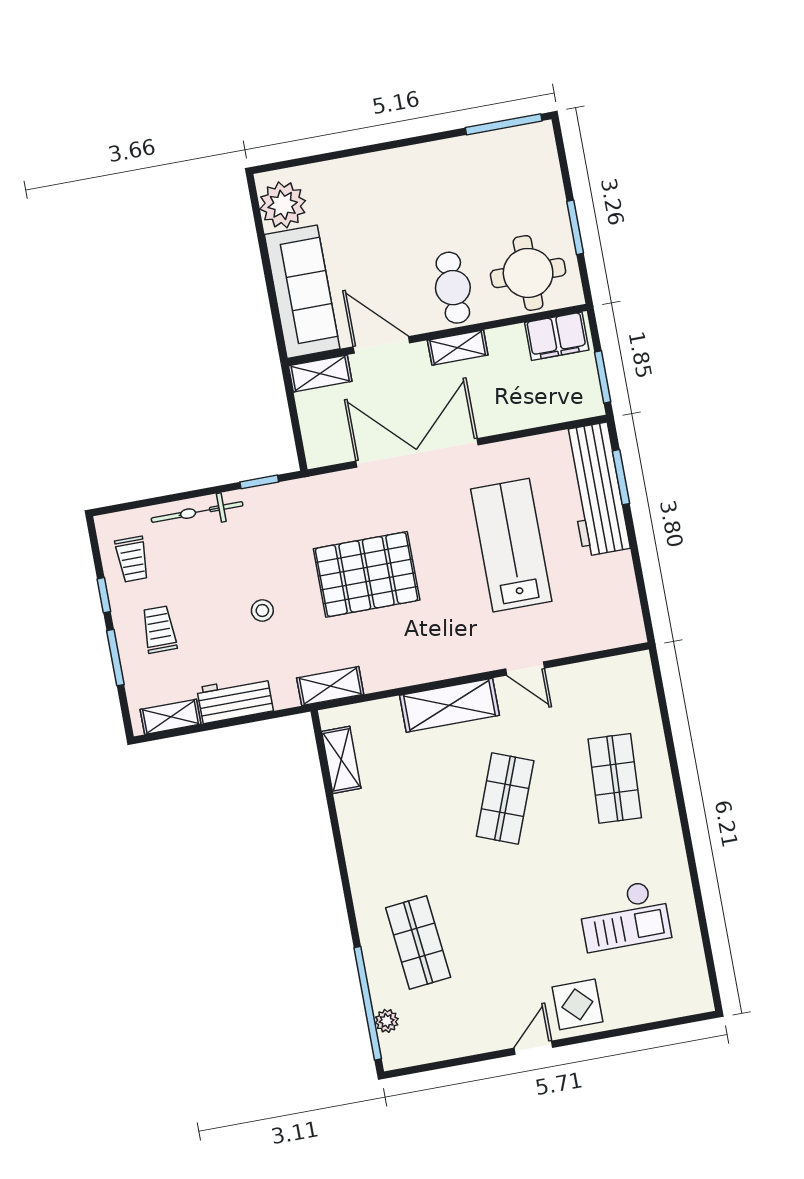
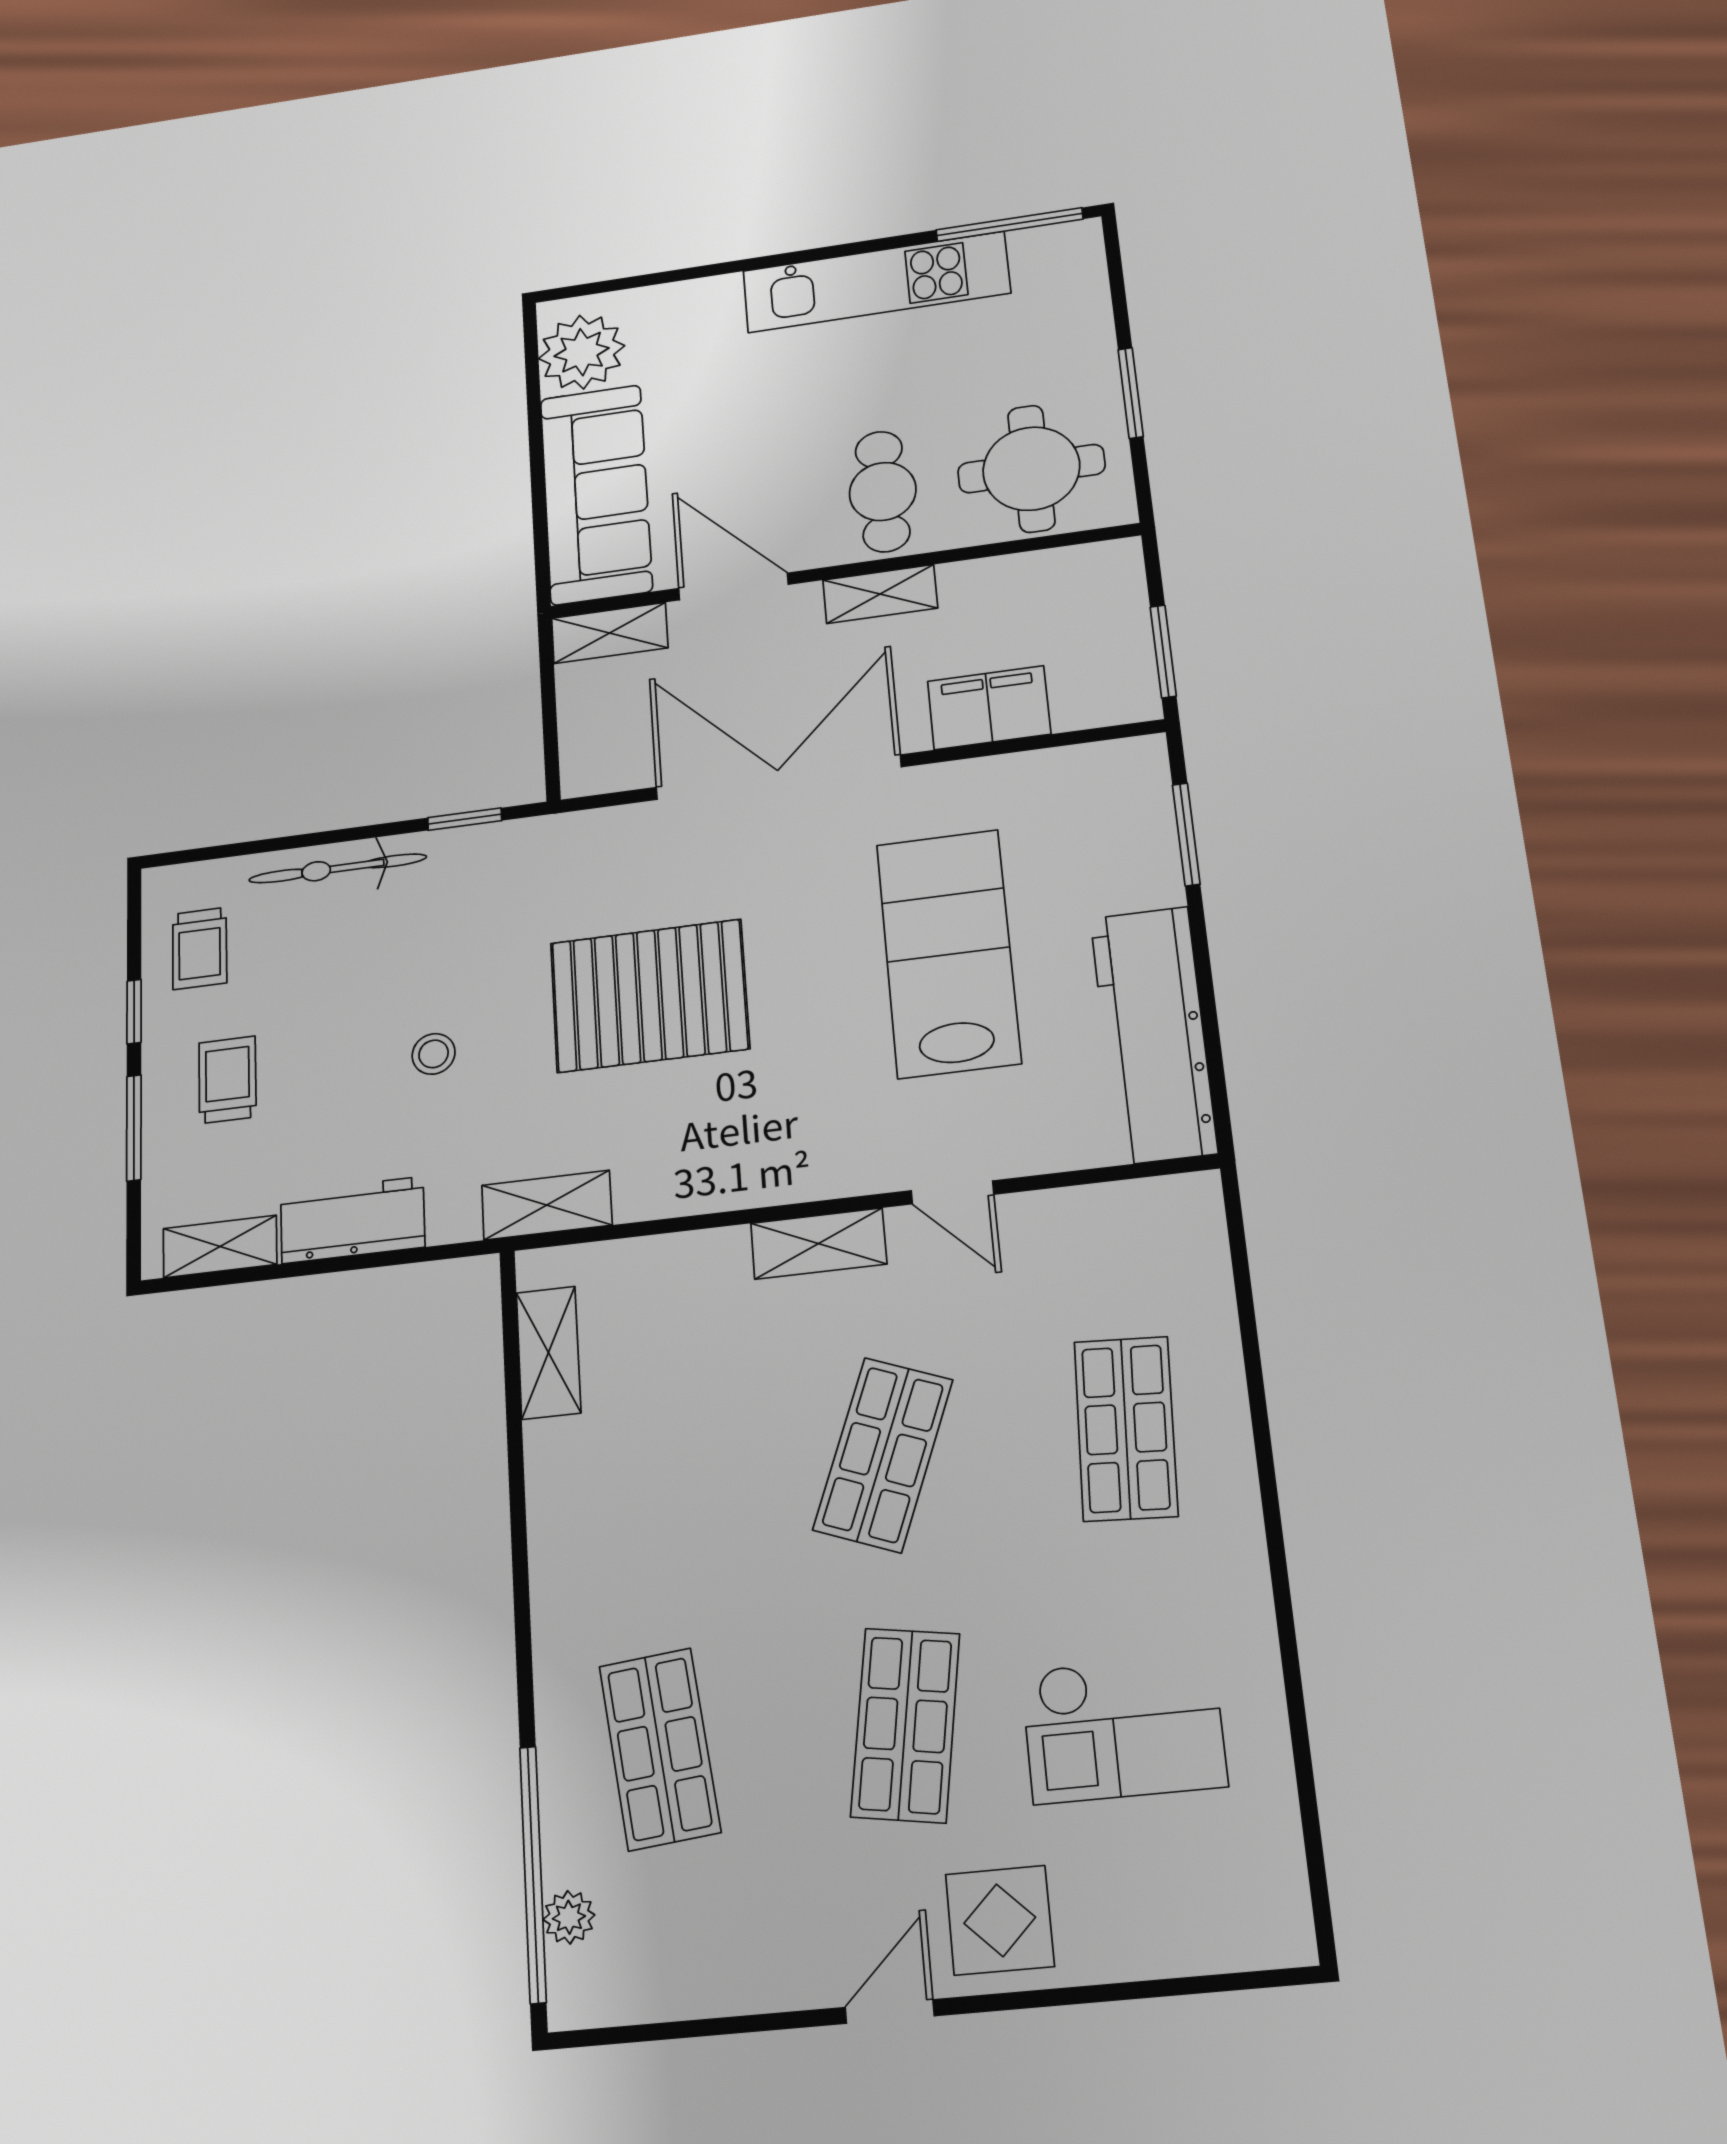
kitchen unit: (436, 160) -> (876, 282), added
filing cabinet: (557, 336) -> (989, 708), moved, turned 180
workbench: (596, 489) -> (1153, 1034), moved
shelving: (449, 705) -> (819, 1244), width x0.67, depth x0.75
shop shelf: (528, 922) -> (905, 1725), added

